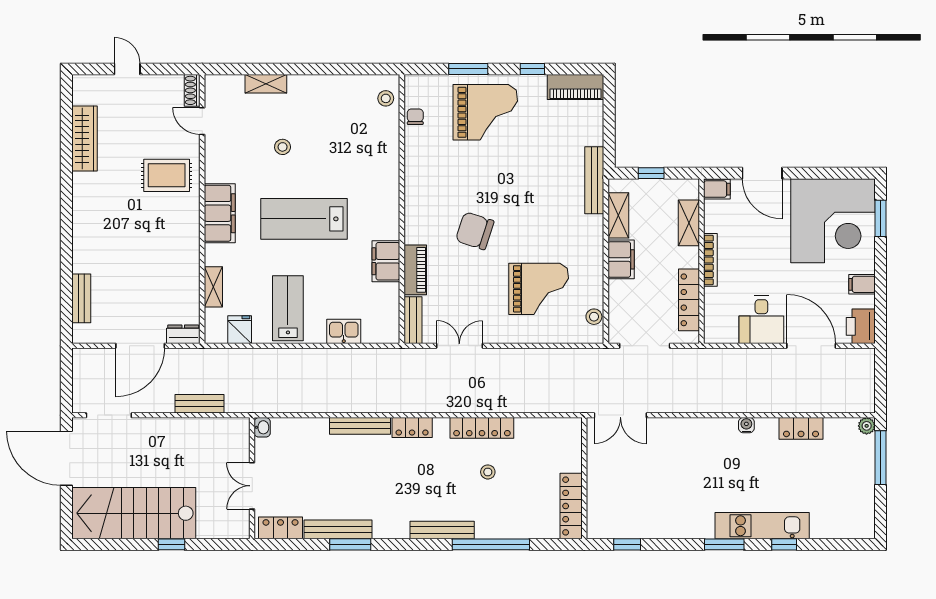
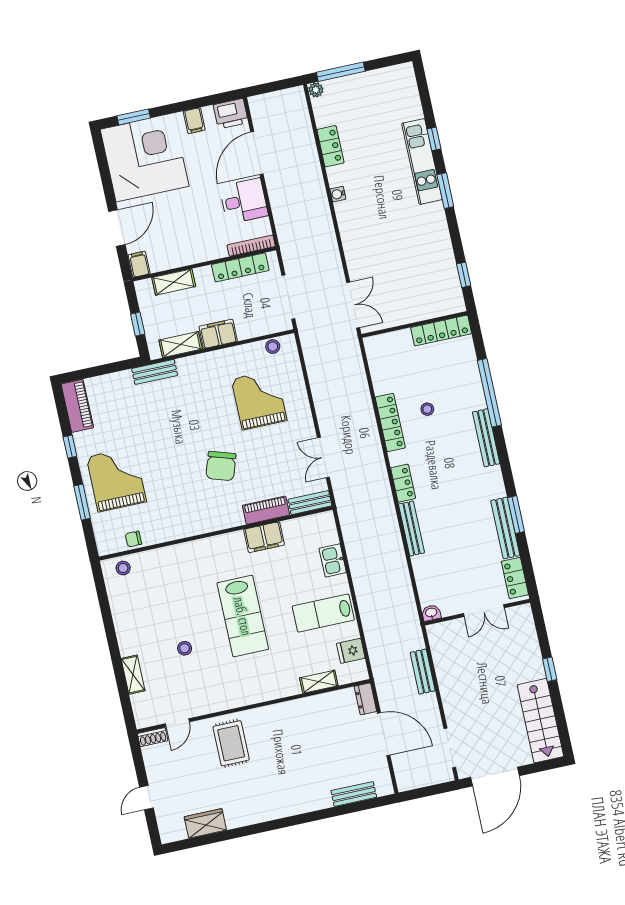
wardrobe: (84, 139) -> (205, 823), width x0.67
bench: (594, 180) -> (155, 372), width x0.73
filing cabinet: (220, 213) -> (254, 690), removed
bookcase: (710, 260) -> (251, 246), moved
stairs: (134, 513) -> (540, 721), width x0.73, depth x0.66

